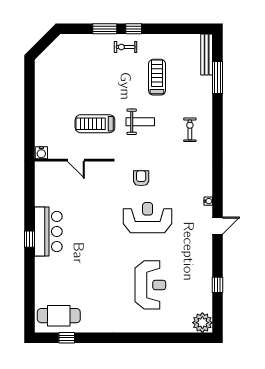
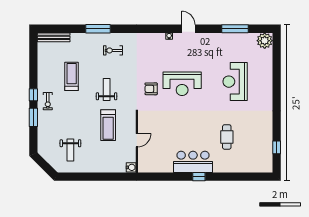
weight bench: (63, 76) -> (70, 150), added
treadmill: (157, 77) -> (72, 76), turned 90
window: (217, 78) -> (98, 29), moved
reception desk: (148, 218) -> (182, 84), turned -90
reception desk: (150, 285) -> (235, 82), turned -90
window: (217, 285) -> (235, 29), width x2.17
cafe table: (59, 316) -> (227, 137), moved, width x0.73, depth x0.74

